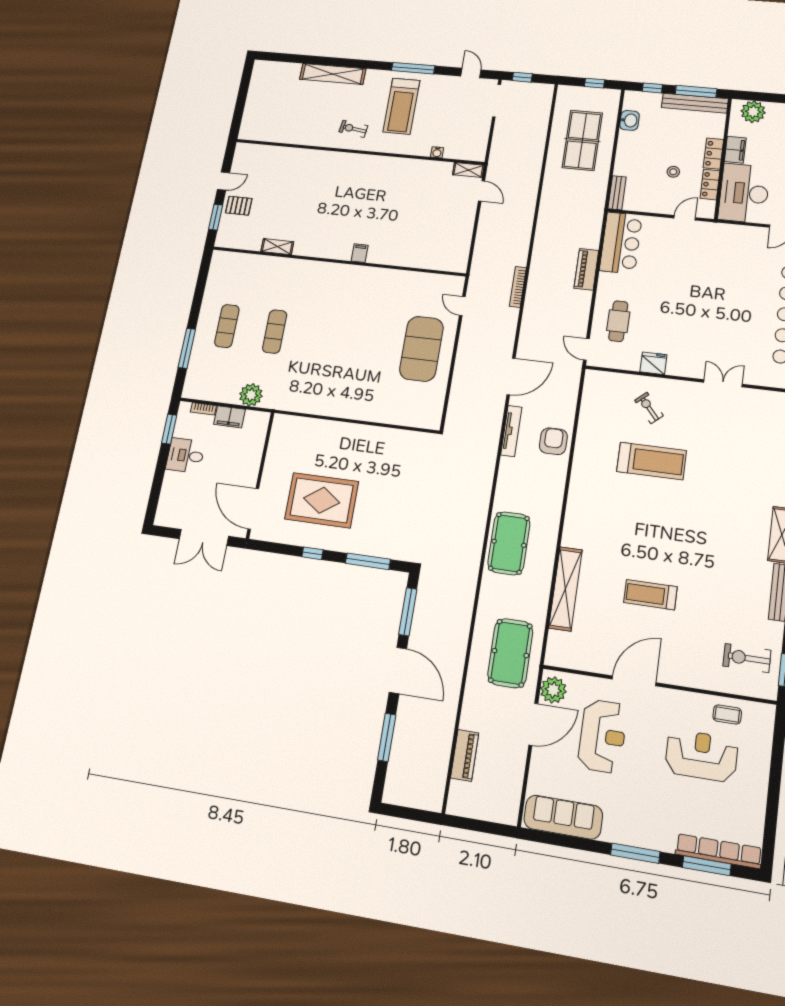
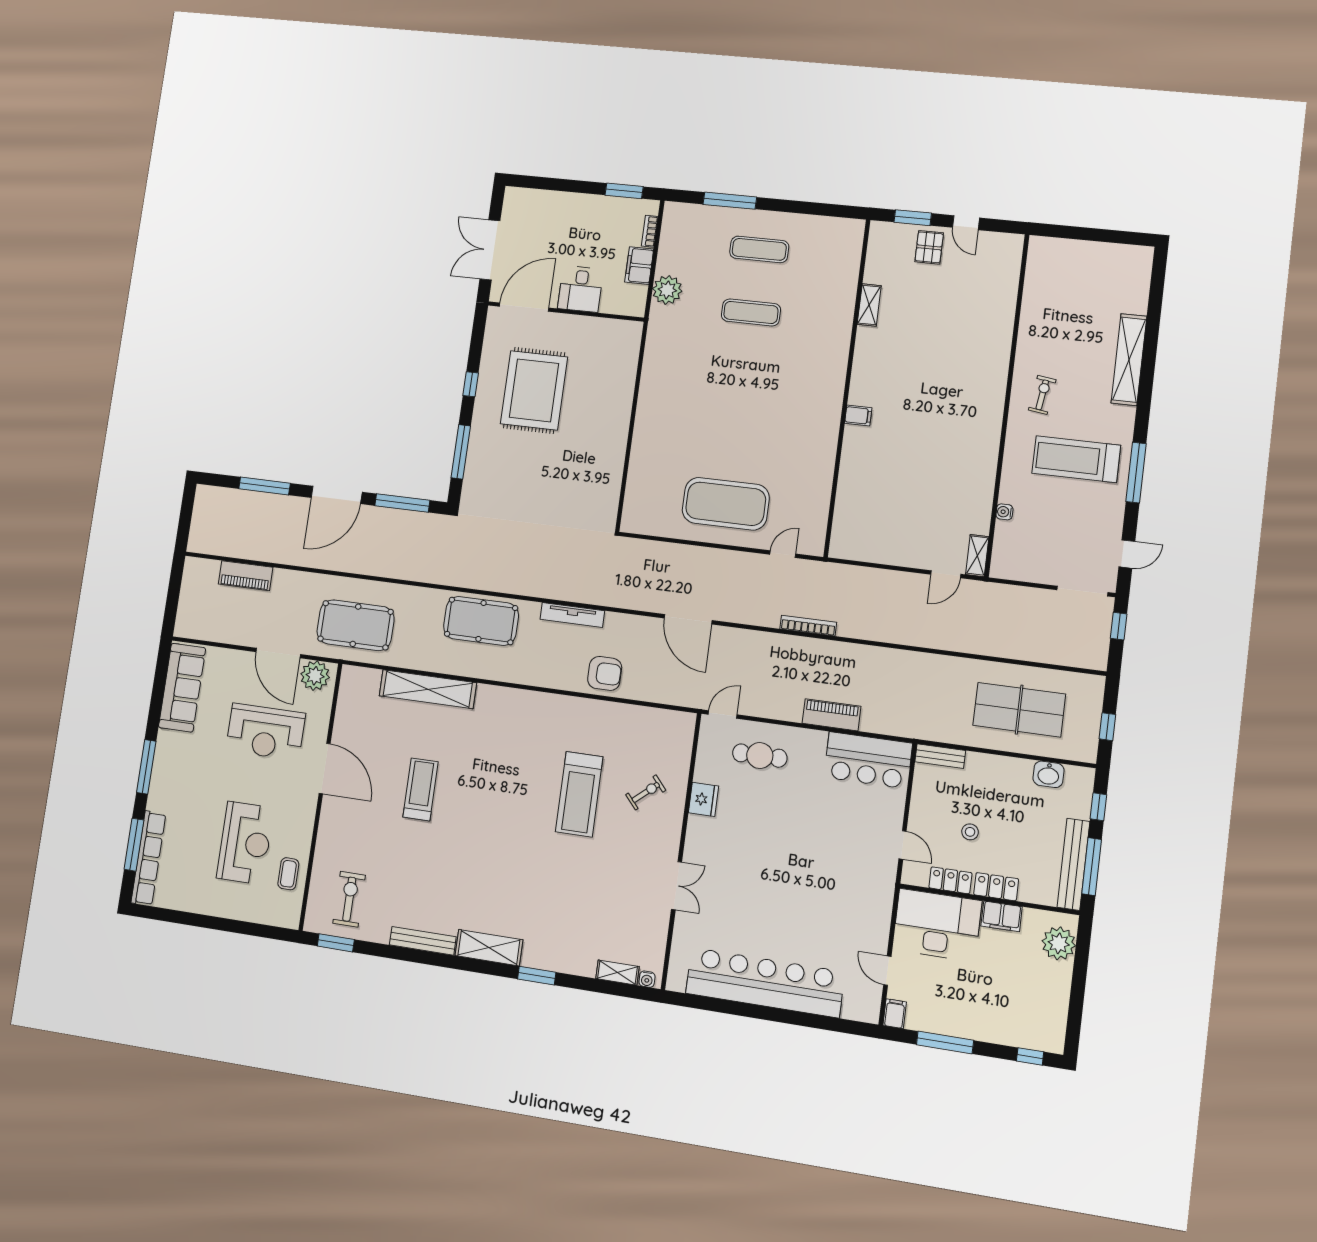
tv unit: (511, 431) -> (572, 615), moved
desk: (185, 455) -> (580, 289), moved, turned 180

